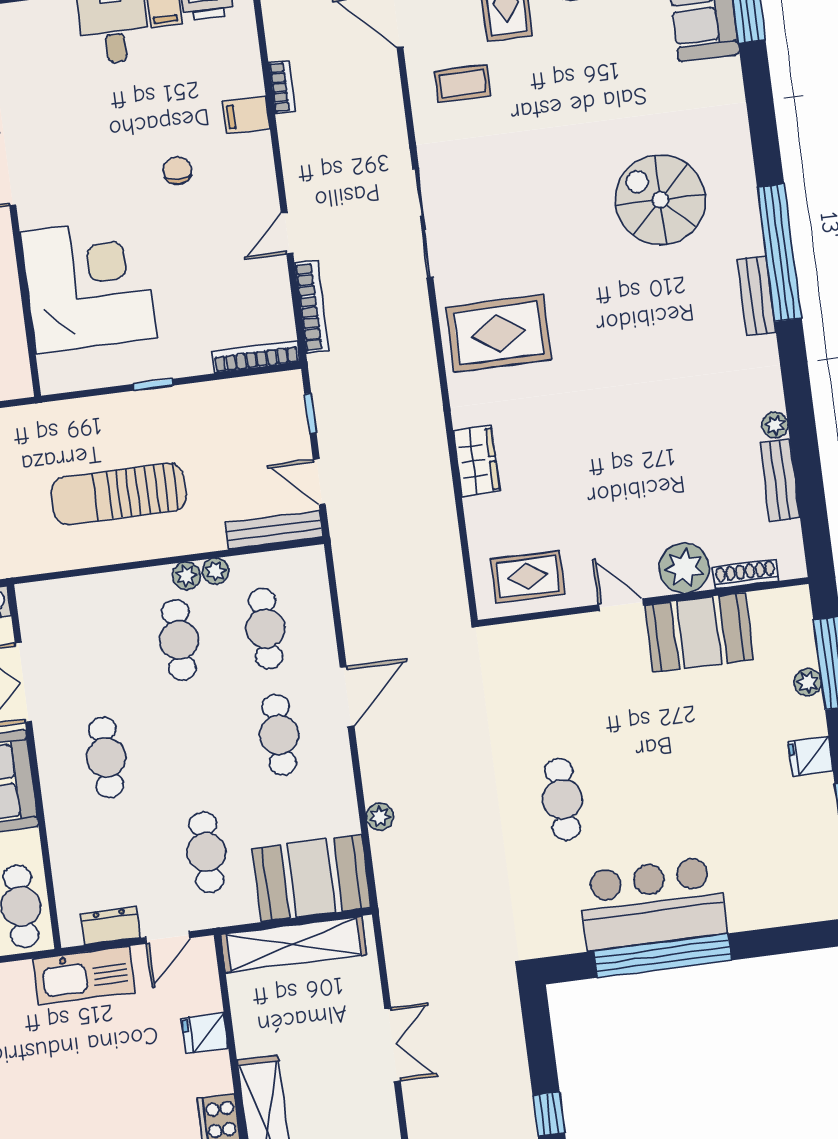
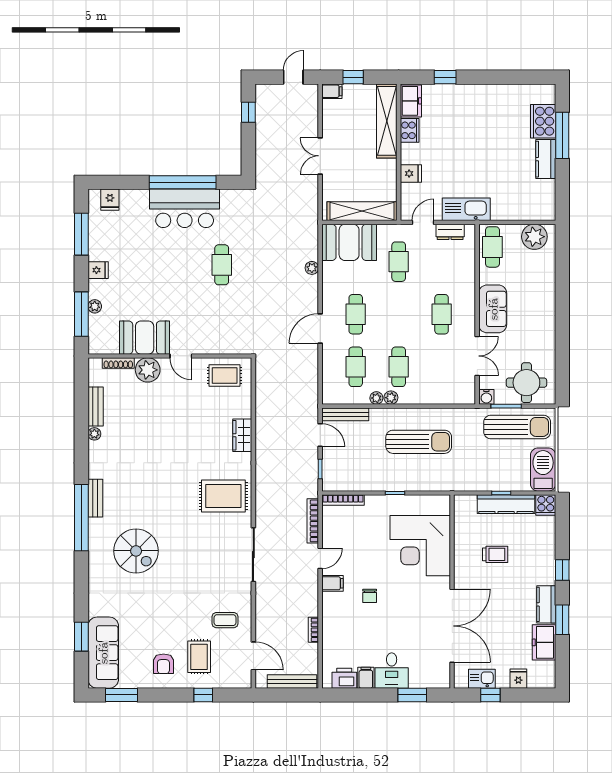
filing cabinet: (246, 115) -> (332, 583), moved
fridge: (805, 902) -> (110, 200), added

